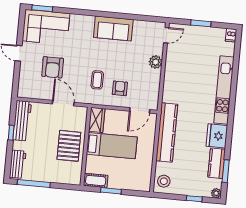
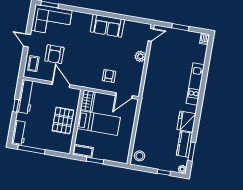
coffee table: (97, 80) -> (33, 64), moved
kitchen unit: (224, 90) -> (195, 84), width x0.73
kitchen counter: (167, 132) -> (145, 116), removed

